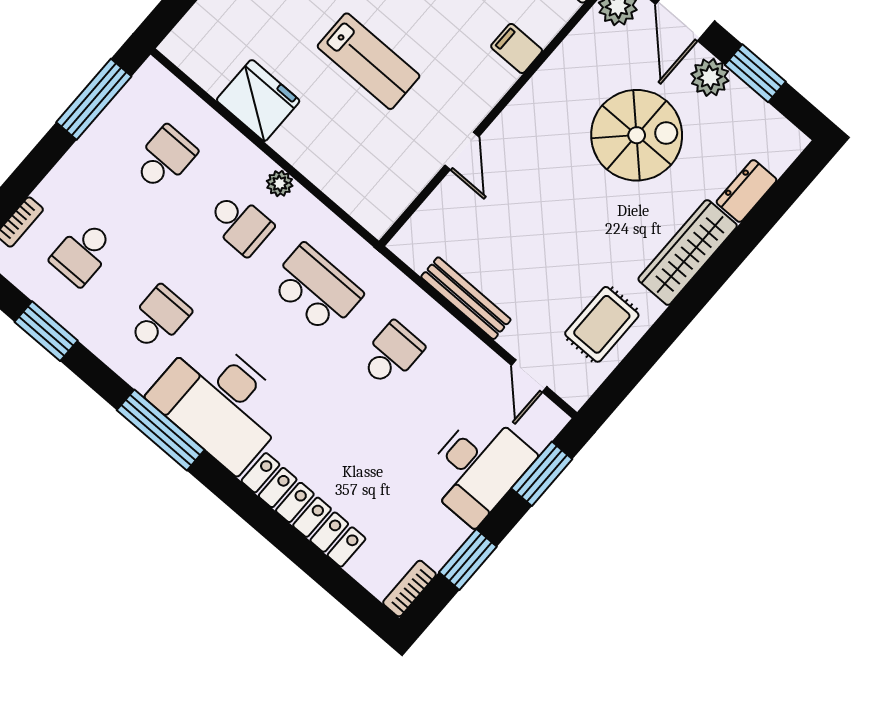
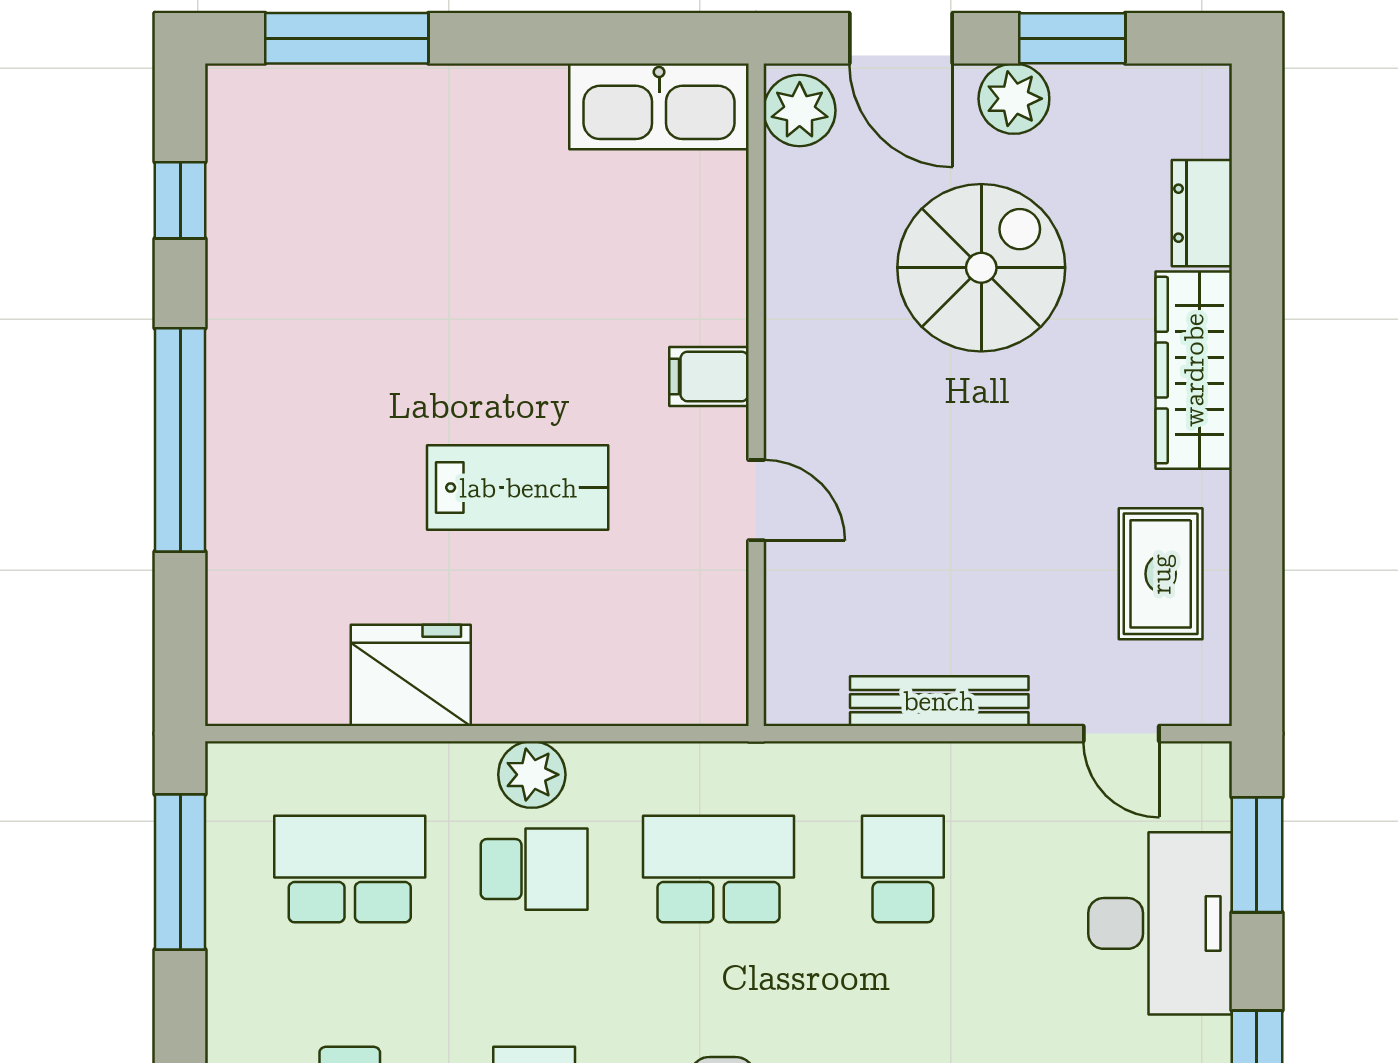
filing cabinet: (517, 48) -> (709, 376), moved
school desk: (164, 158) -> (350, 869), width x1.85
plant: (280, 183) -> (532, 775), width x1.38, depth x1.38

